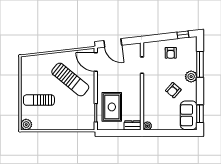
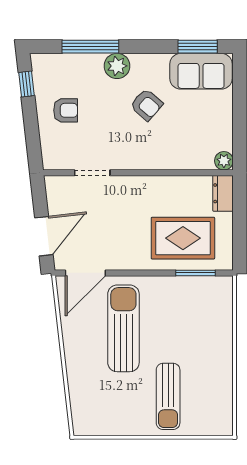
sun lounger: (70, 80) -> (123, 328), turned -39
plant: (26, 125) -> (221, 424), removed

